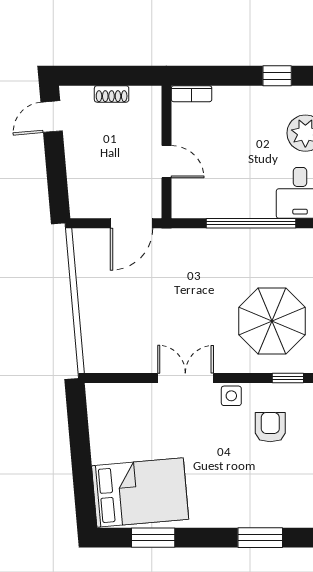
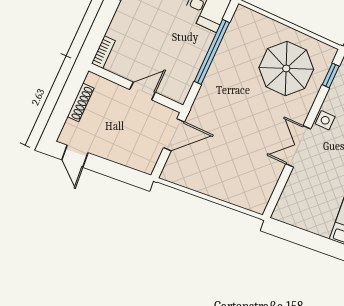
shoe rack: (112, 94) -> (81, 102), width x1.43
door: (132, 223) -> (174, 135), hinge flipped

